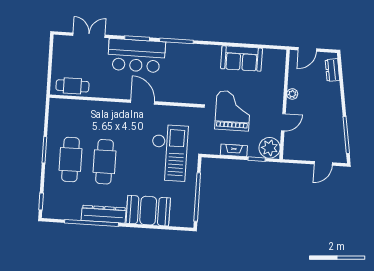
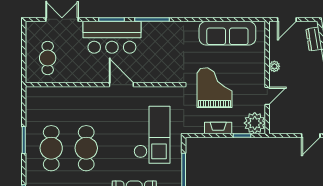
sofa: (242, 58) -> (227, 33), width x1.36
cafe table: (72, 86) -> (48, 58), moved, turned 90

